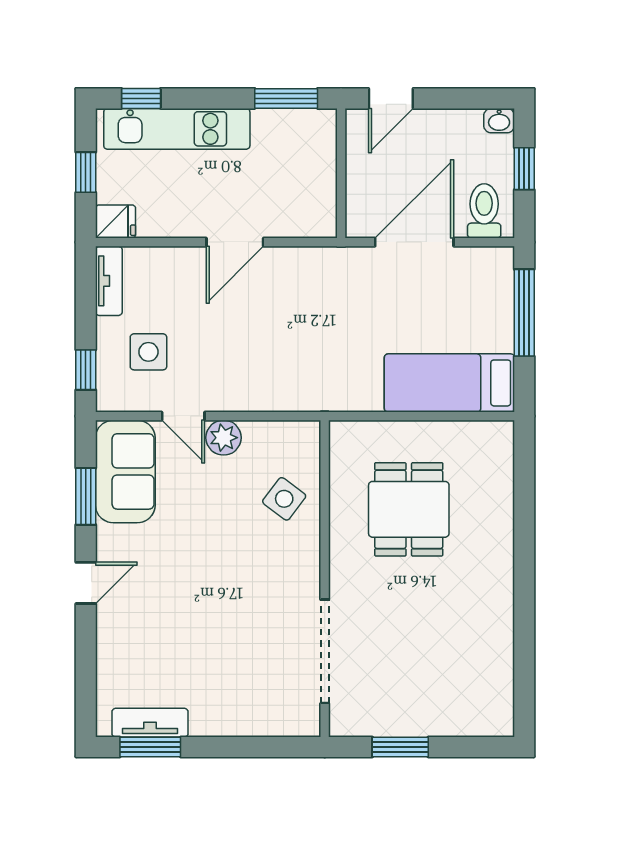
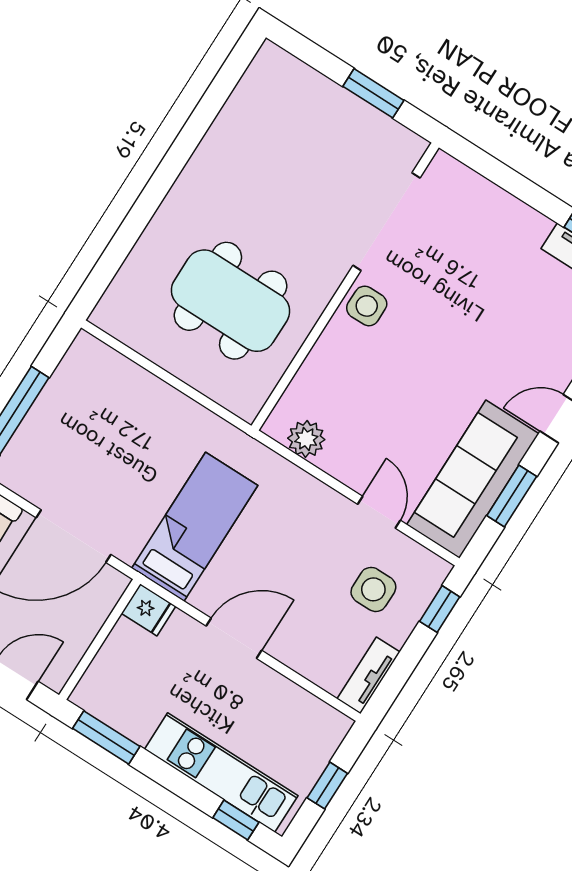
fridge: (116, 222) -> (149, 610), moved, turned 180
bed: (449, 383) -> (195, 527), moved, turned -90
plant: (224, 438) -> (306, 439), moved
sofa: (125, 471) -> (473, 479), width x1.36
side table: (284, 499) -> (367, 306), moved, turned -37
dining table: (409, 509) -> (231, 301), width x1.37

